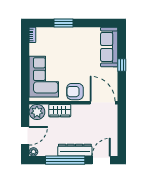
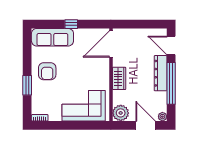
armchair: (75, 92) -> (47, 71), moved
wardrobe: (60, 111) -> (119, 78), moved

